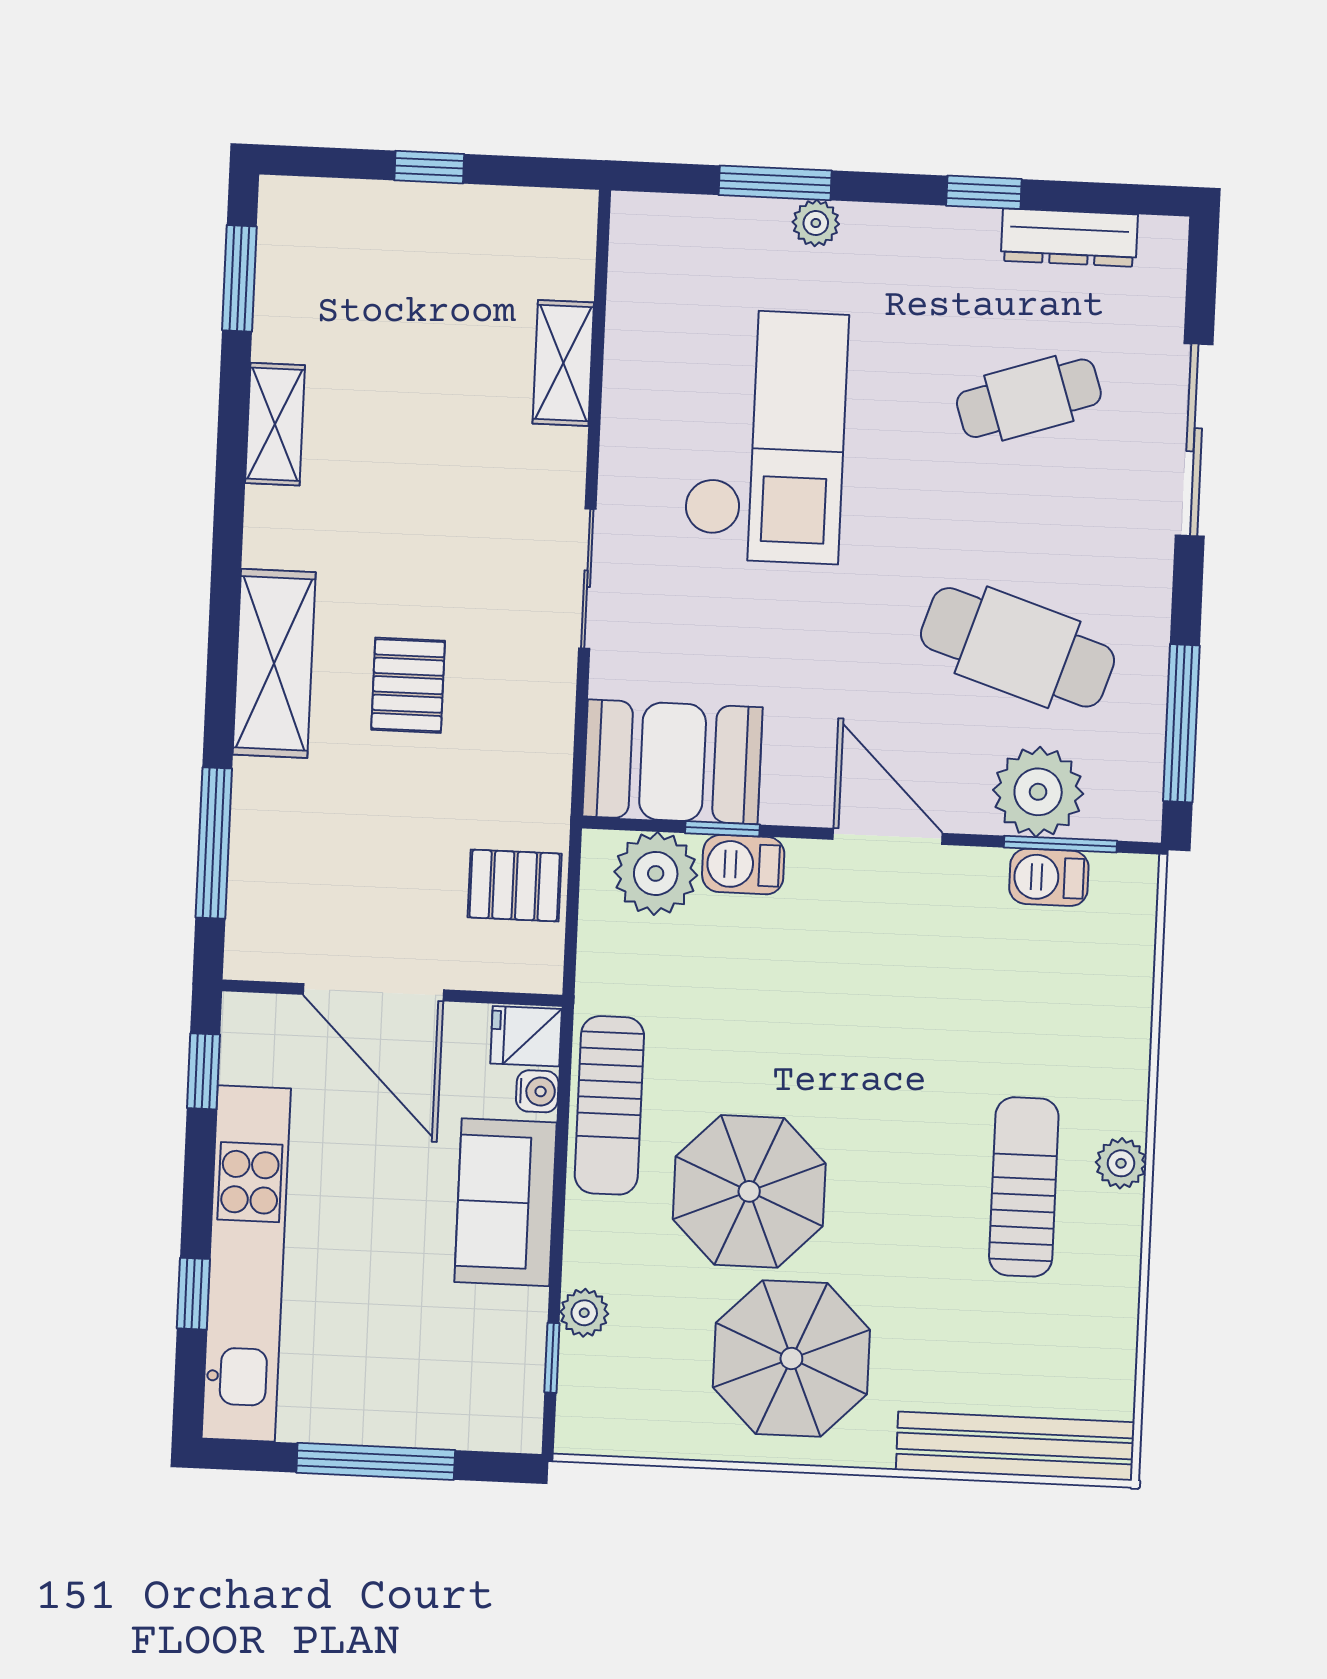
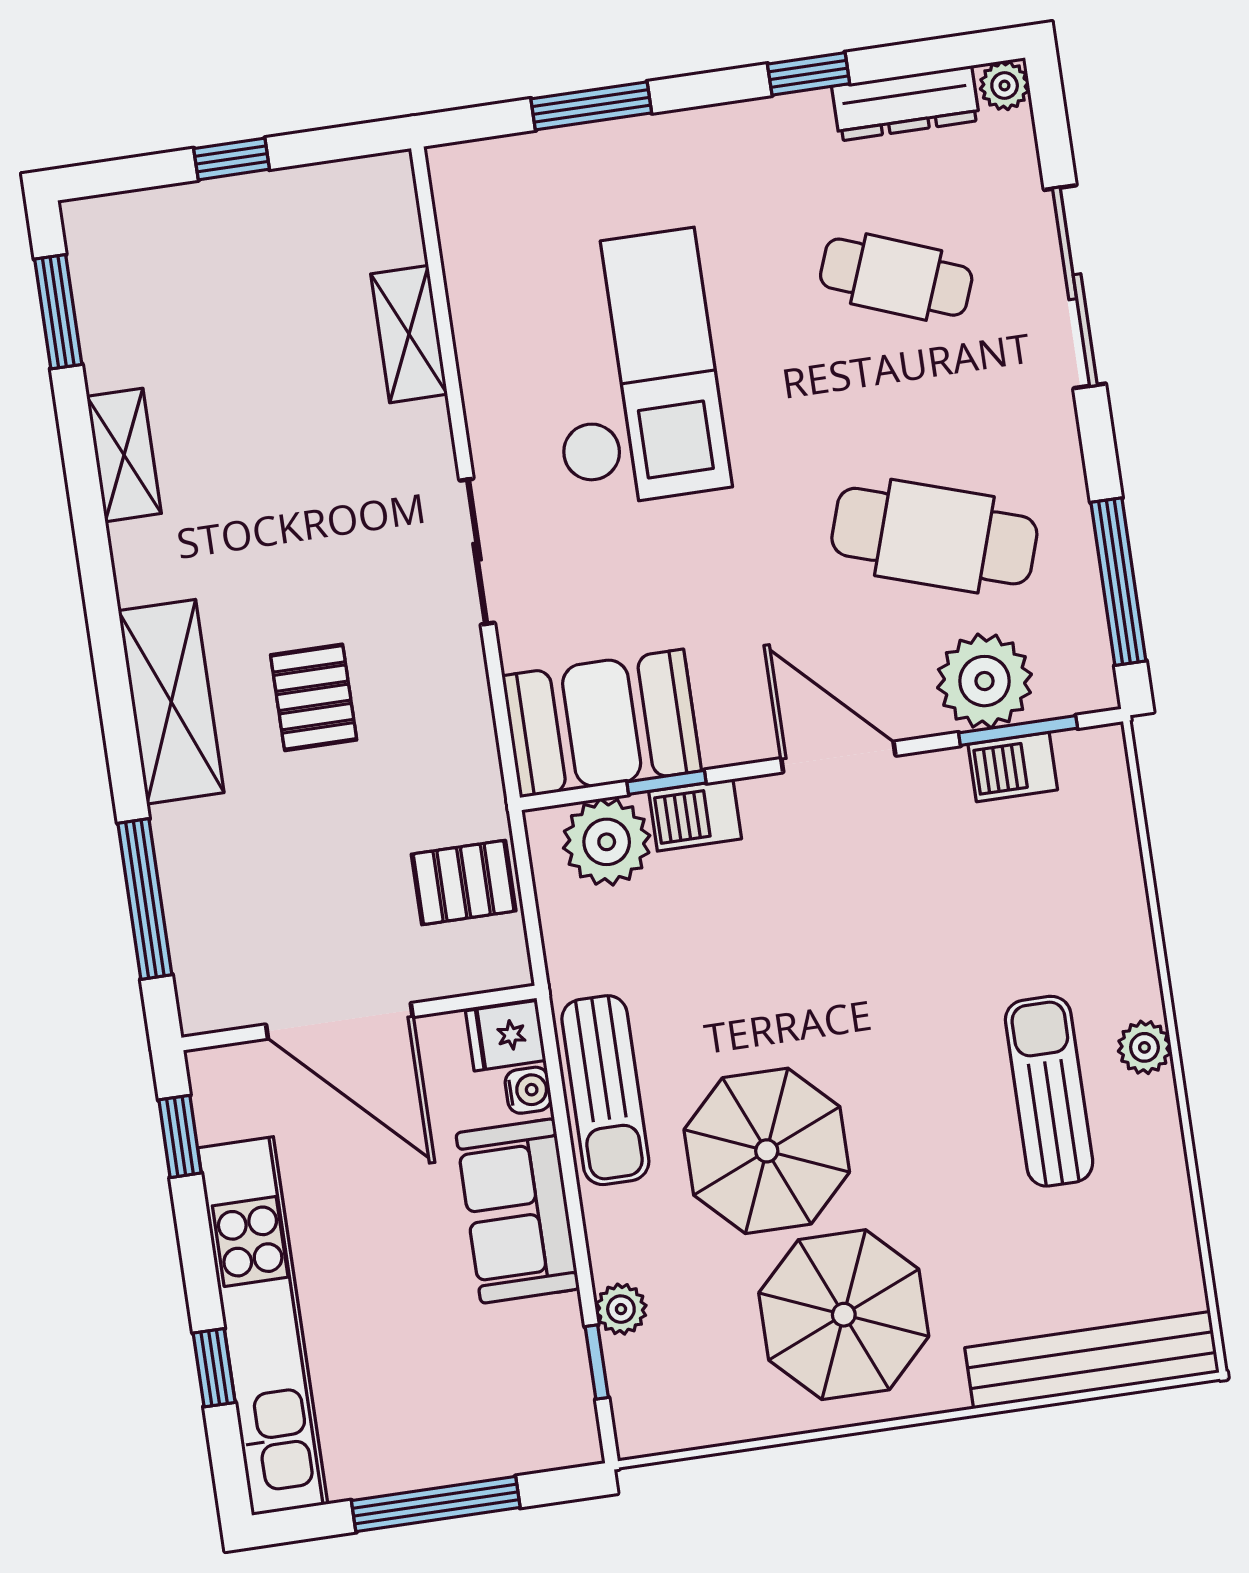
plant: (816, 223) -> (1005, 86), moved
cafe table: (1029, 398) -> (896, 277), turned 39

